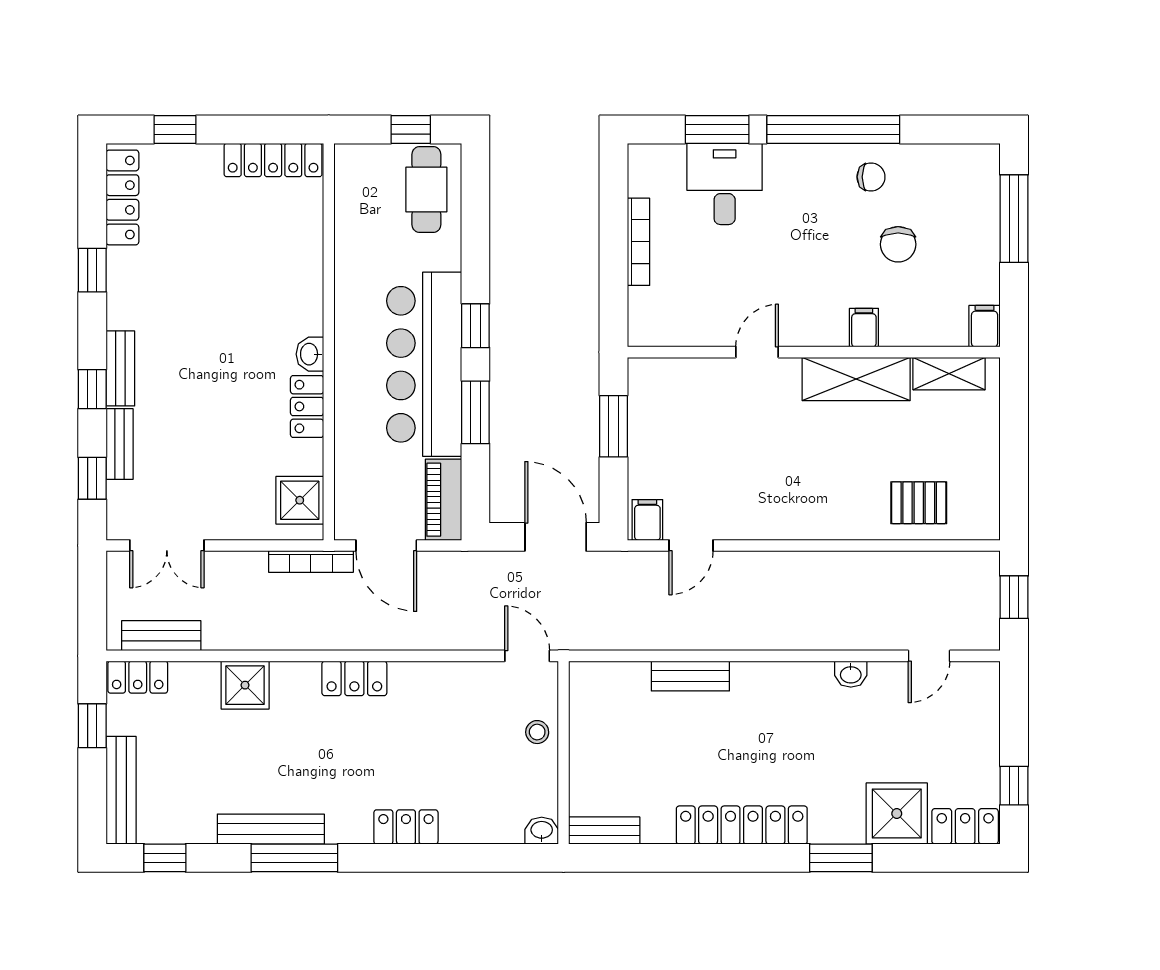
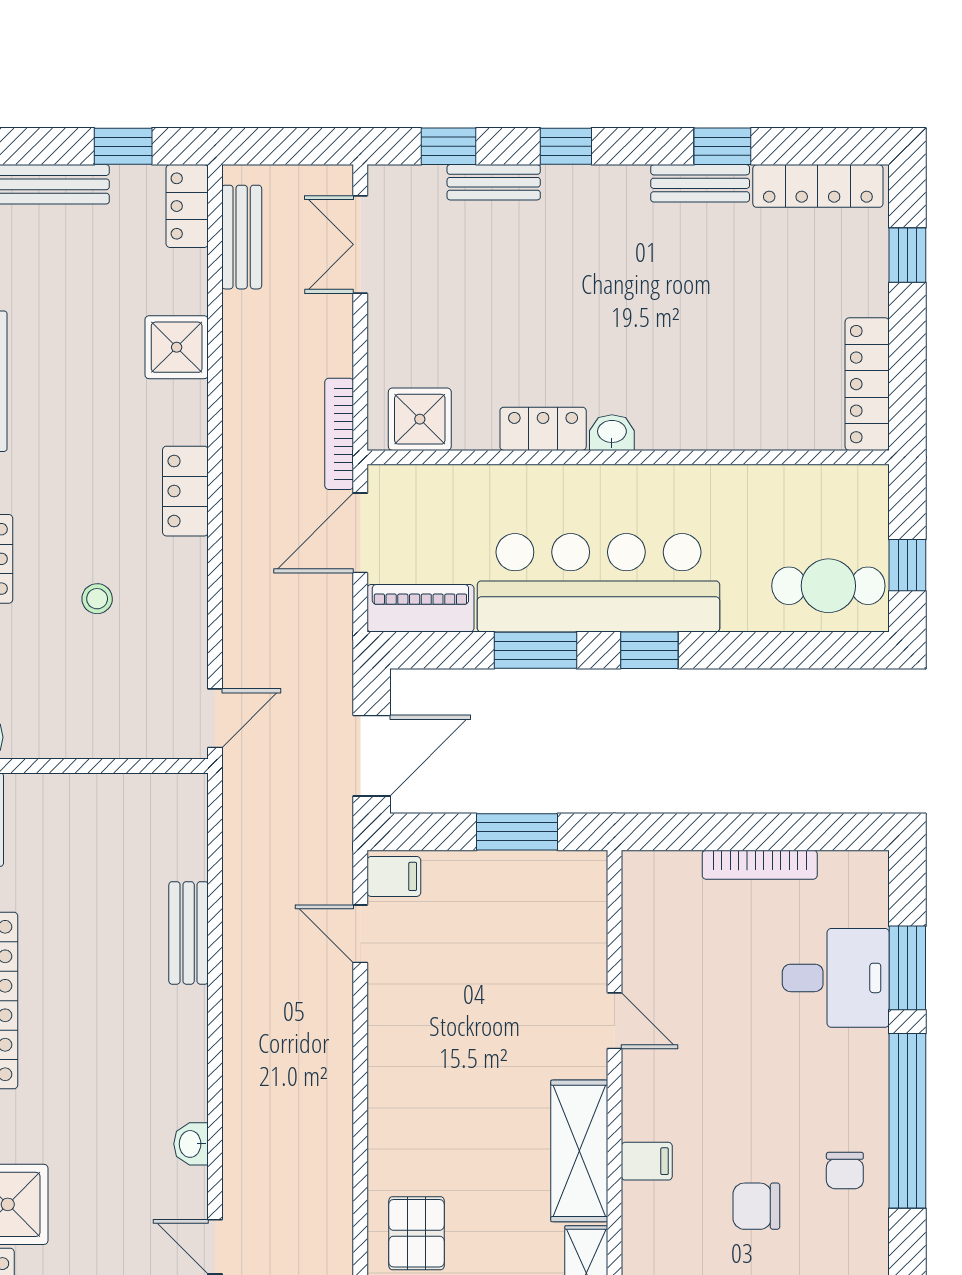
bench: (120, 368) -> (700, 183), moved
stool: (537, 732) -> (97, 599), moved

